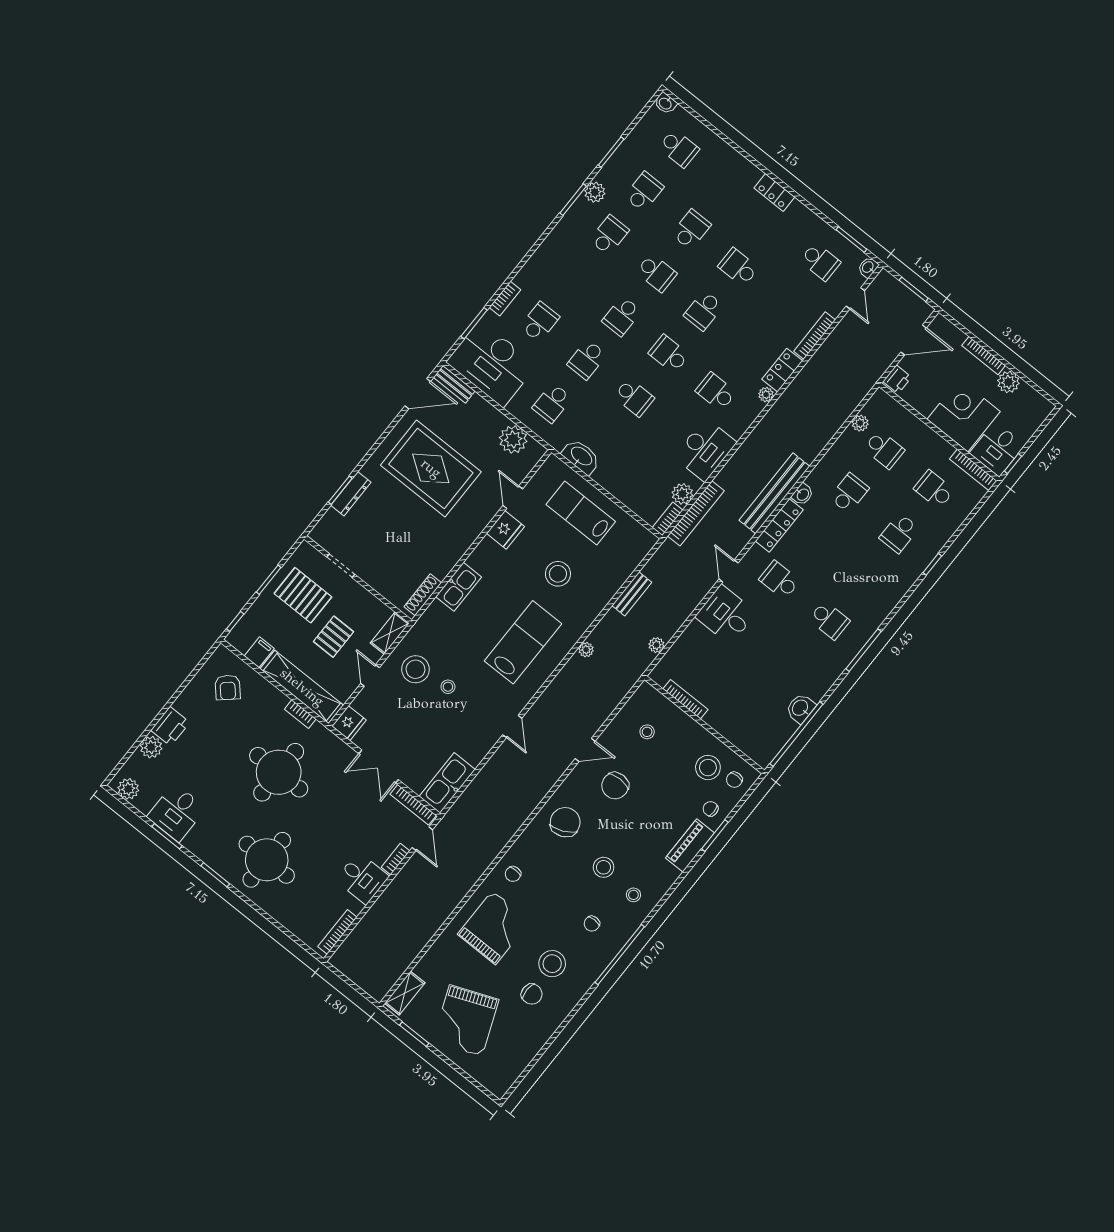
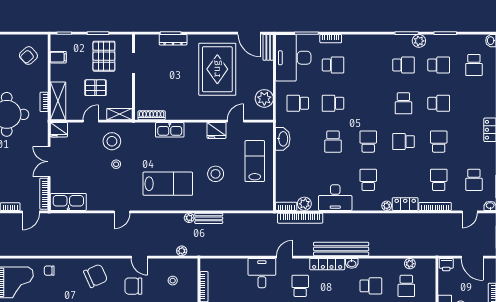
school desk: (622, 316) -> (439, 180), moved, turned 90
bench: (632, 594) -> (209, 218), moved
plant: (656, 645) -> (182, 251), moved
shelving: (302, 687) -> (58, 101), width x0.68

